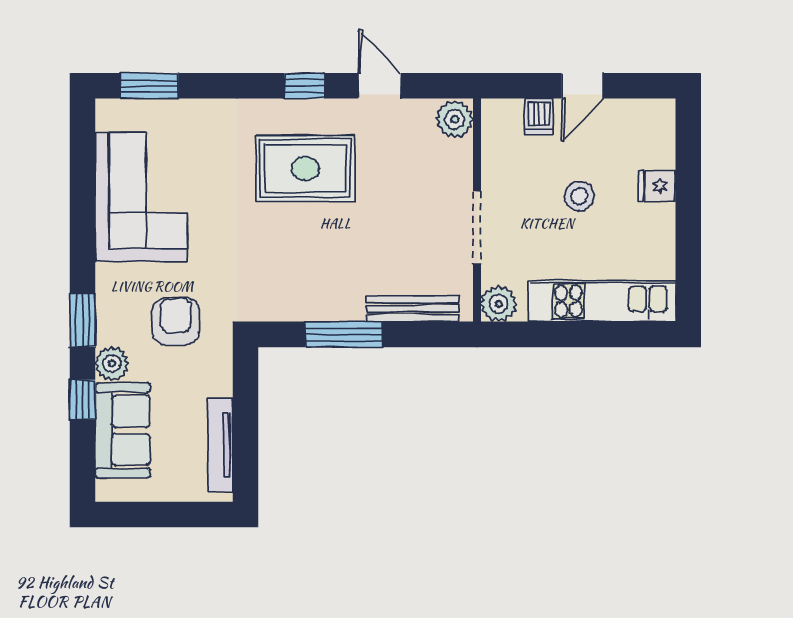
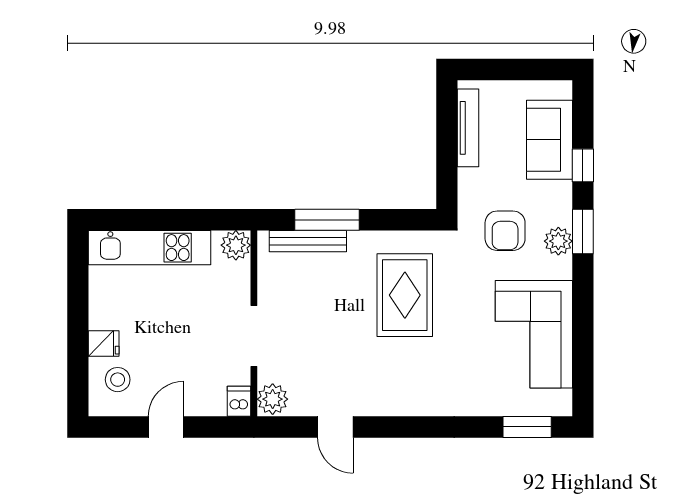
window: (304, 86) -> (398, 427), removed
dishwasher: (539, 117) -> (239, 401), moved
rug: (306, 168) -> (405, 295), moved, turned 90
stool: (579, 196) -> (118, 380), moved
doorway: (477, 228) -> (254, 336), moved
window: (344, 334) -> (327, 220), moved
plant: (112, 364) -> (558, 241), moved

